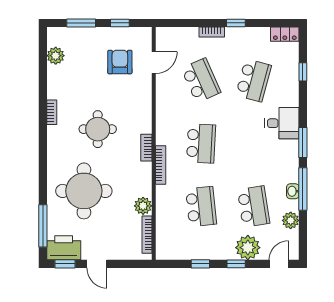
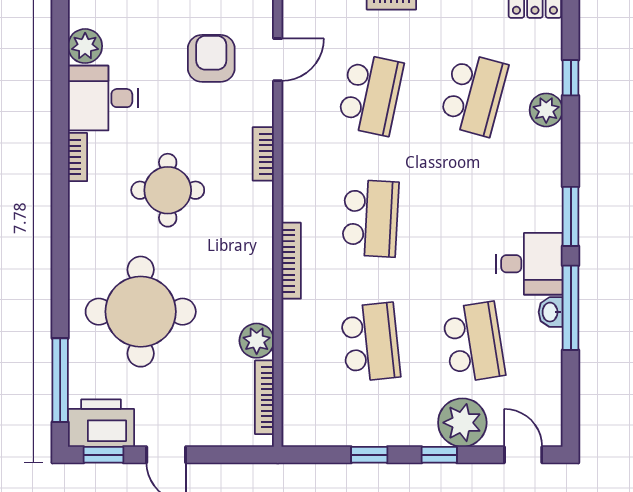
school desk: (201, 80) -> (370, 94), turned 36
desk: (65, 82) -> (103, 98), added
desk: (282, 123) -> (529, 264), moved
bookcase: (146, 148) -> (263, 154), moved
plant: (291, 220) -> (546, 110), moved
door: (279, 264) -> (523, 455), hinge flipped

